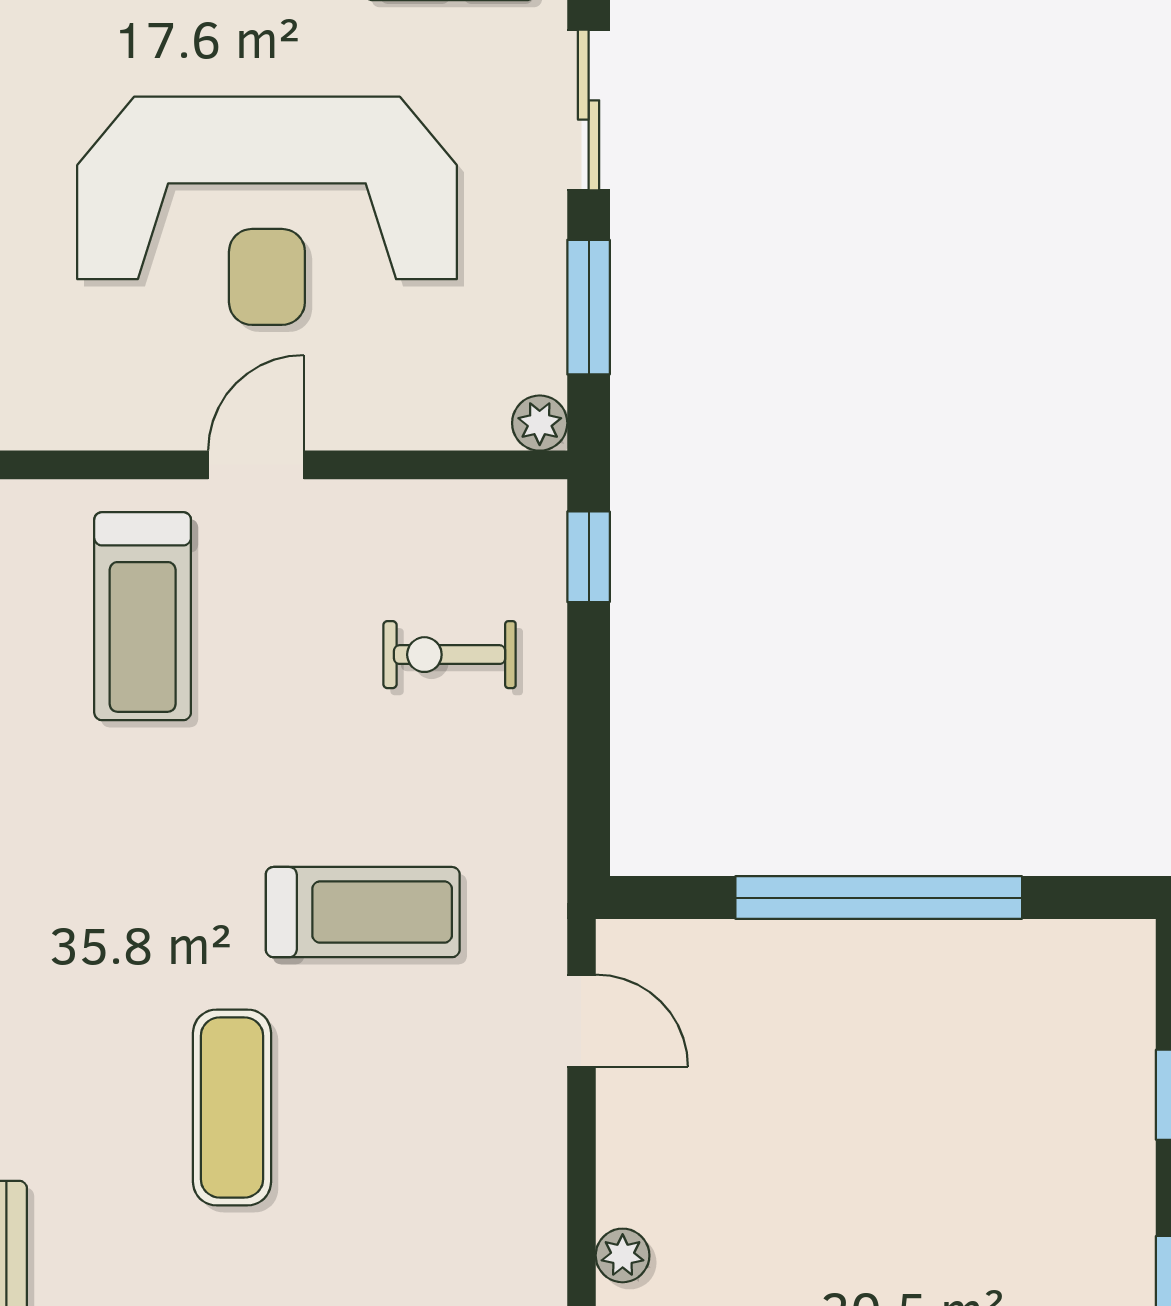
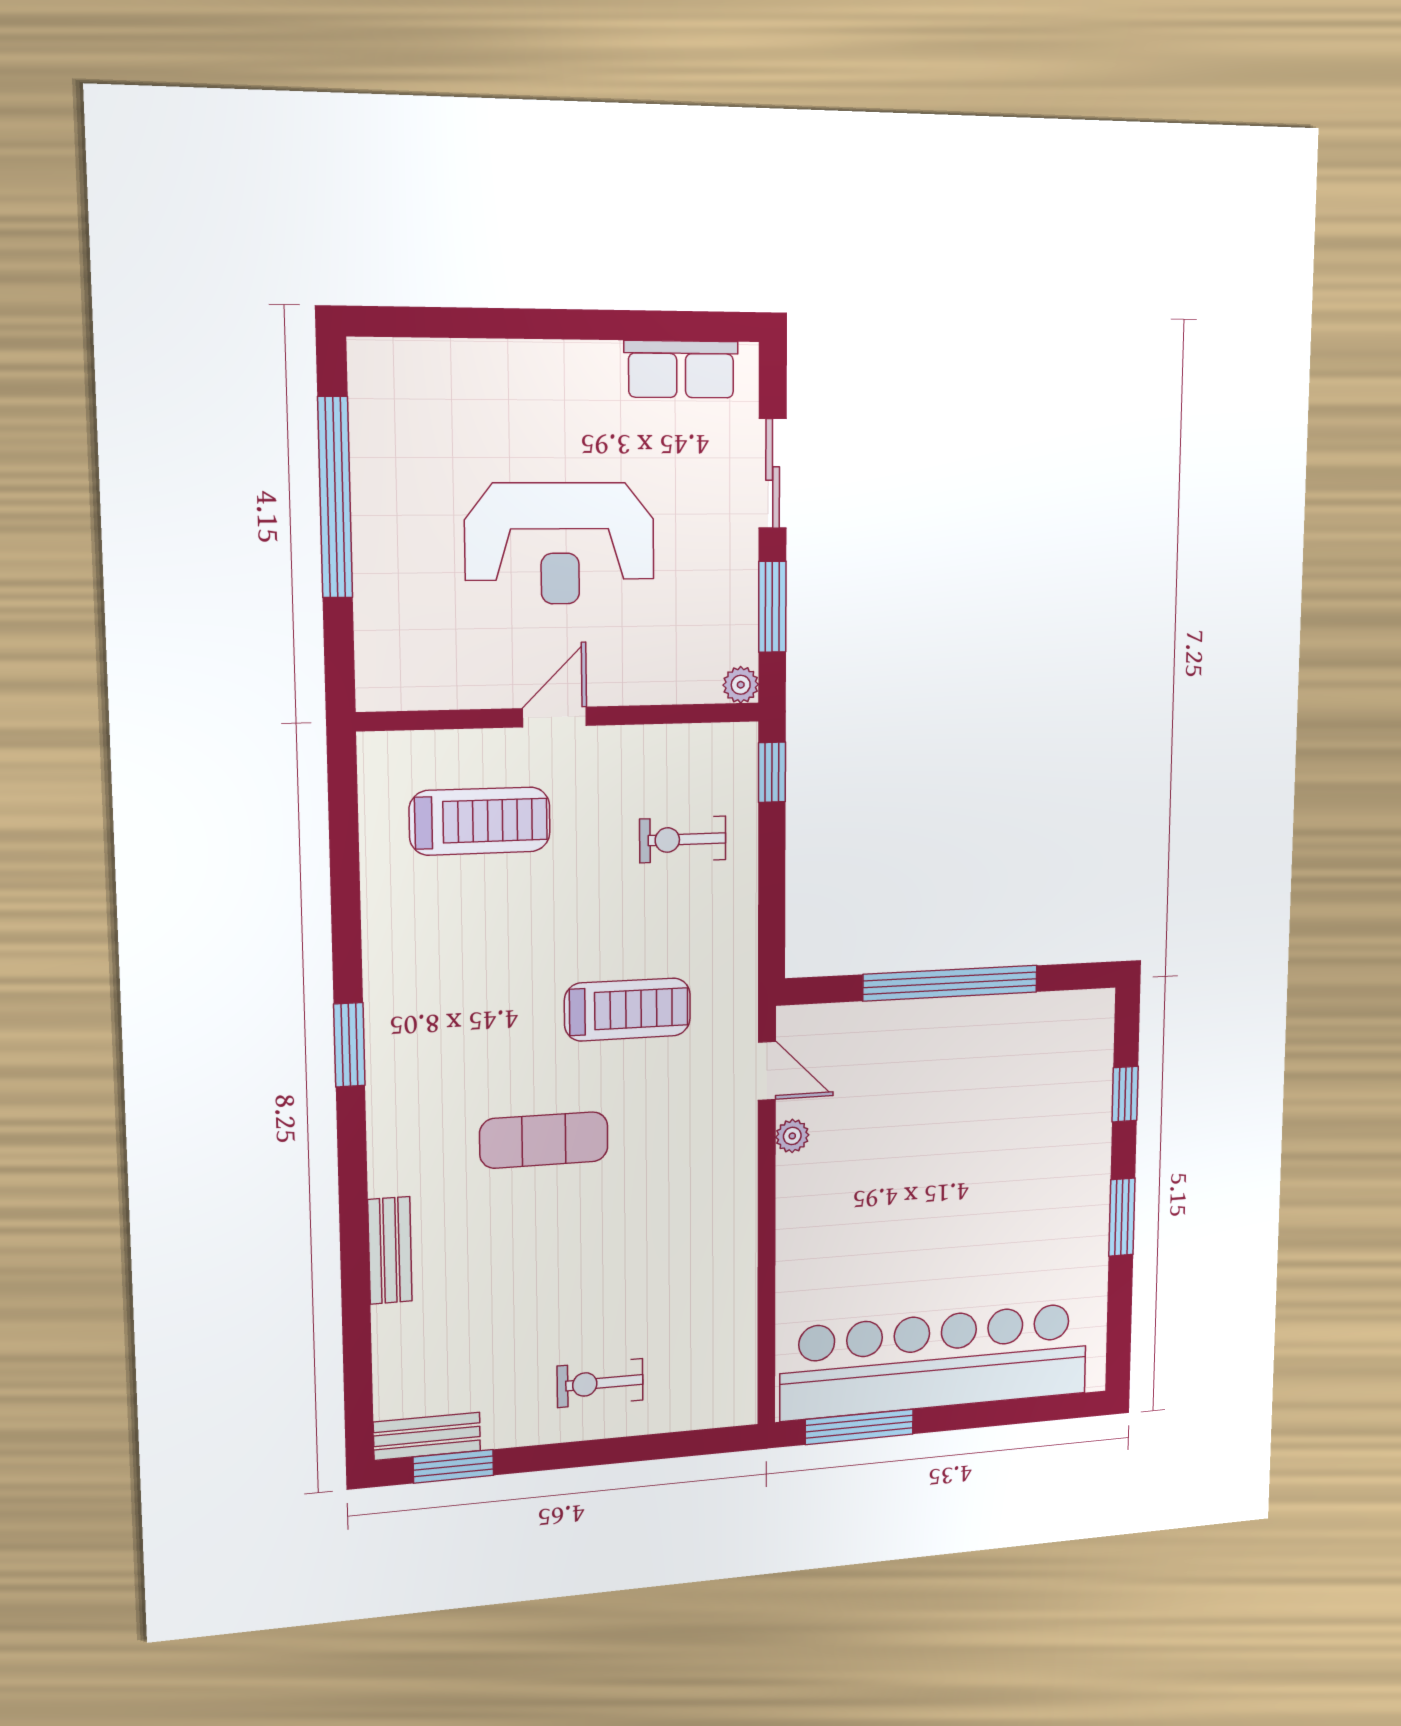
reception desk: (267, 211) -> (560, 543), width x0.74, depth x0.77
treadmill: (143, 616) -> (480, 821), turned -90
exercise mat: (232, 1107) -> (544, 1140), turned 90
plant: (623, 1255) -> (792, 1136), moved

